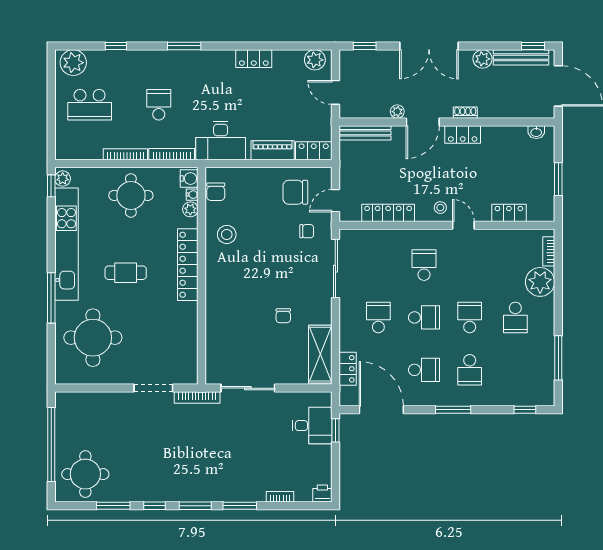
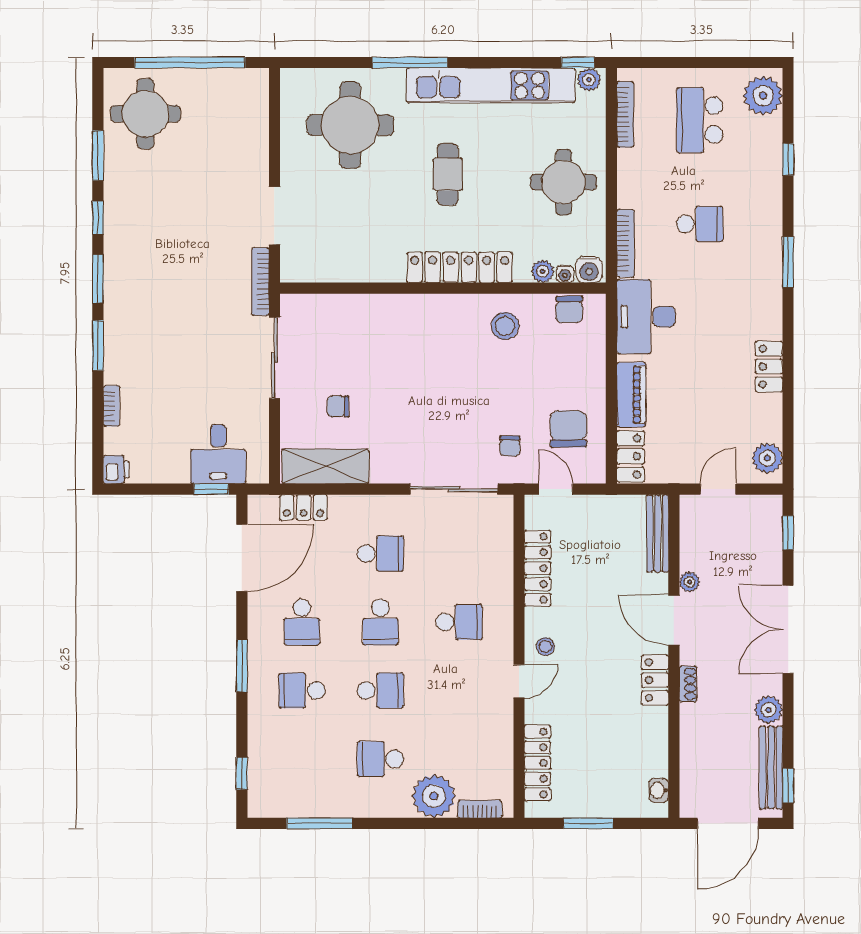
bookcase: (125, 154) -> (625, 114), moved
chair: (216, 192) -> (569, 310), turned -90
locker: (509, 213) -> (537, 763), width x1.53
chair: (283, 316) -> (338, 406), moved

